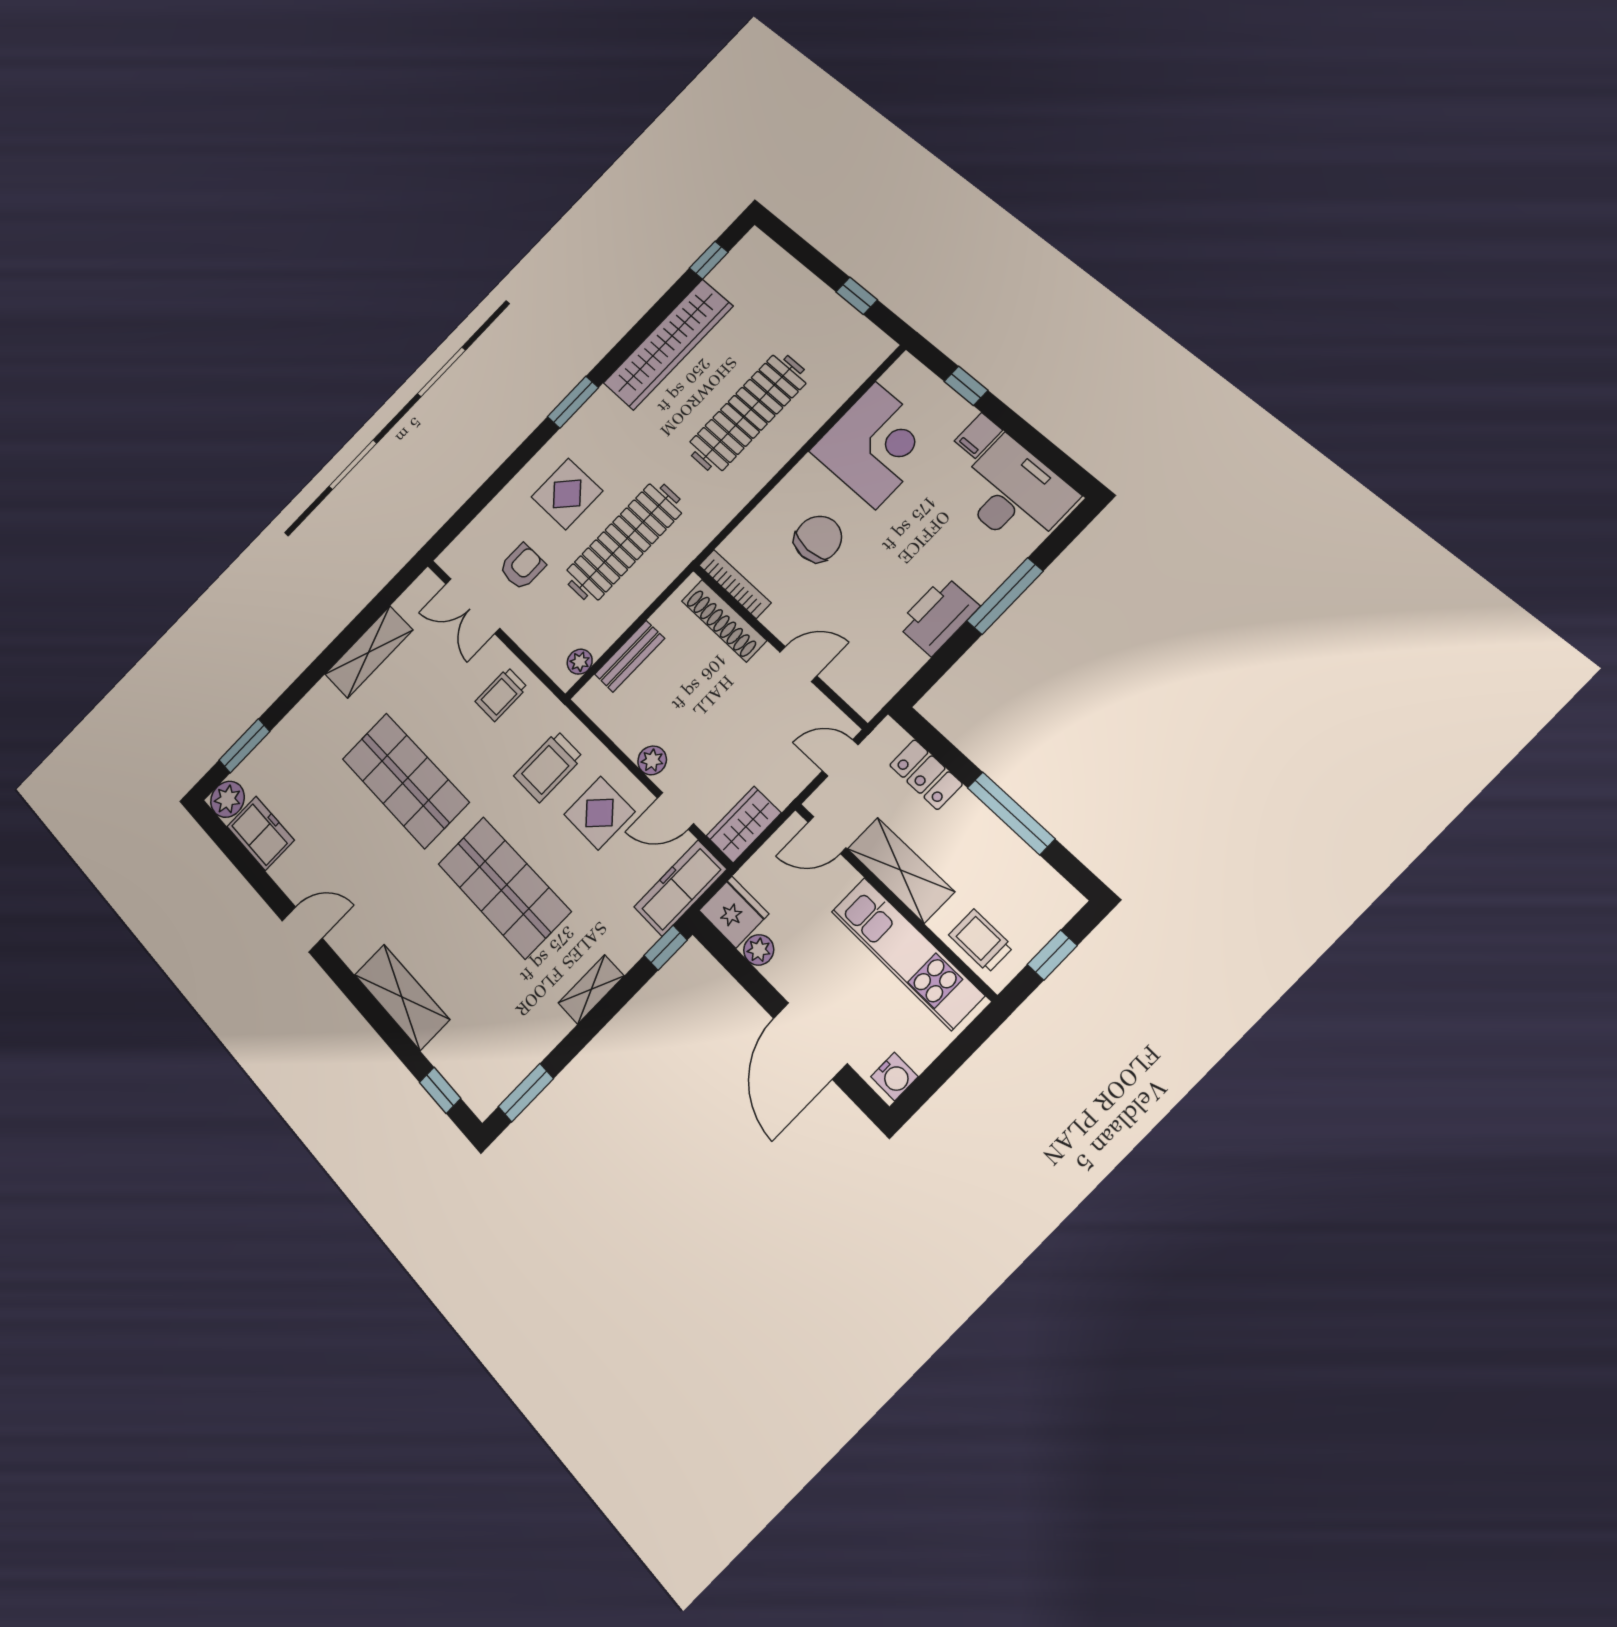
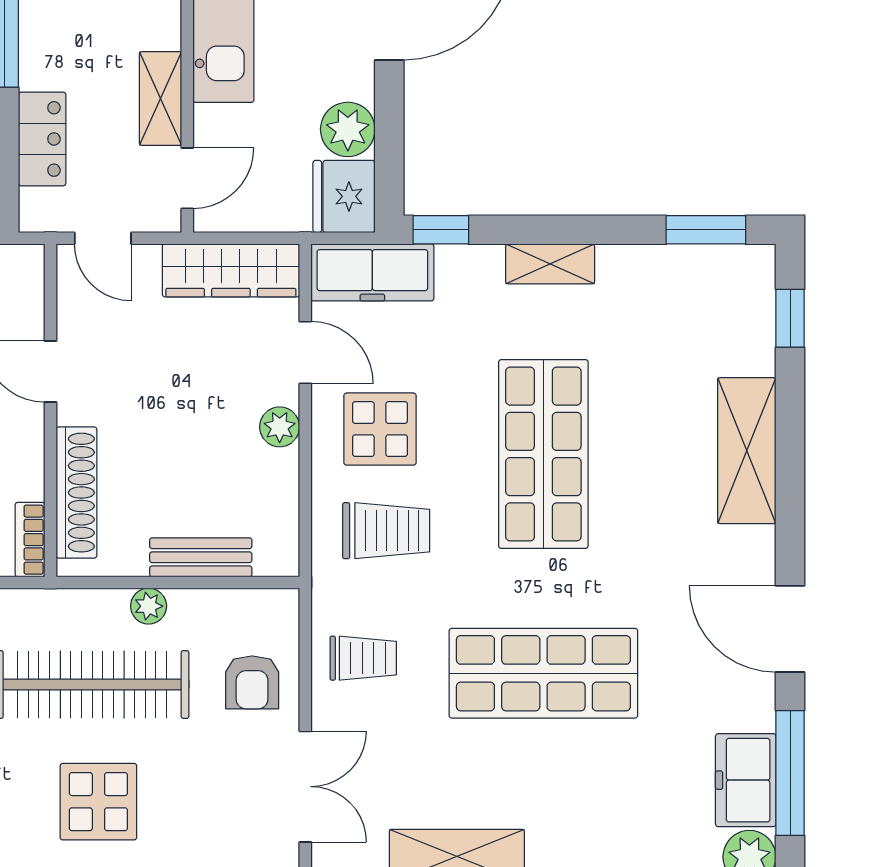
armchair: (522, 567) -> (252, 682), moved, turned -90
bookcase: (735, 584) -> (30, 540), width x0.64
plant: (580, 662) -> (149, 606), moved
shop shelf: (405, 780) -> (543, 673), turned 90
wardrobe: (744, 824) -> (231, 270), width x1.50
door: (827, 835) -> (187, 178), hinge flipped
window: (242, 859) -> (790, 773), added
shelving: (901, 870) -> (161, 99), width x0.67, depth x0.75
door: (302, 929) -> (790, 629), width x1.38
plant: (759, 950) -> (348, 129), width x1.38, depth x1.38

